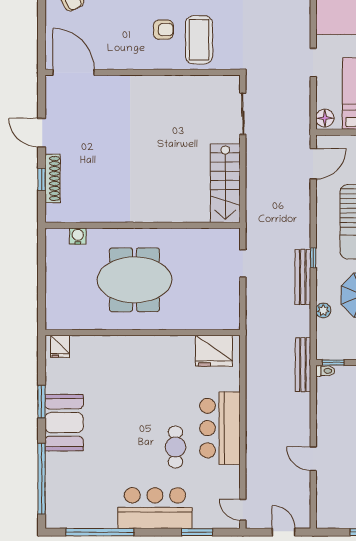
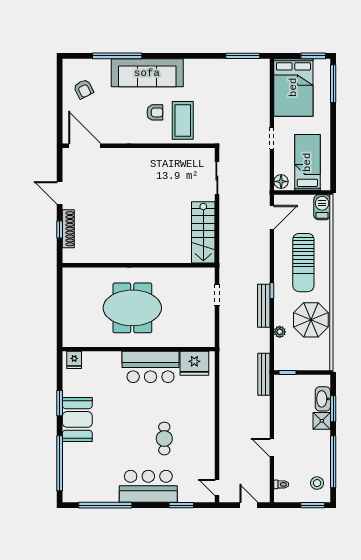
water cooler: (78, 236) -> (88, 274), removed
toilet: (325, 371) -> (281, 484), moved
bar counter: (220, 428) -> (151, 367), moved, turned -90

